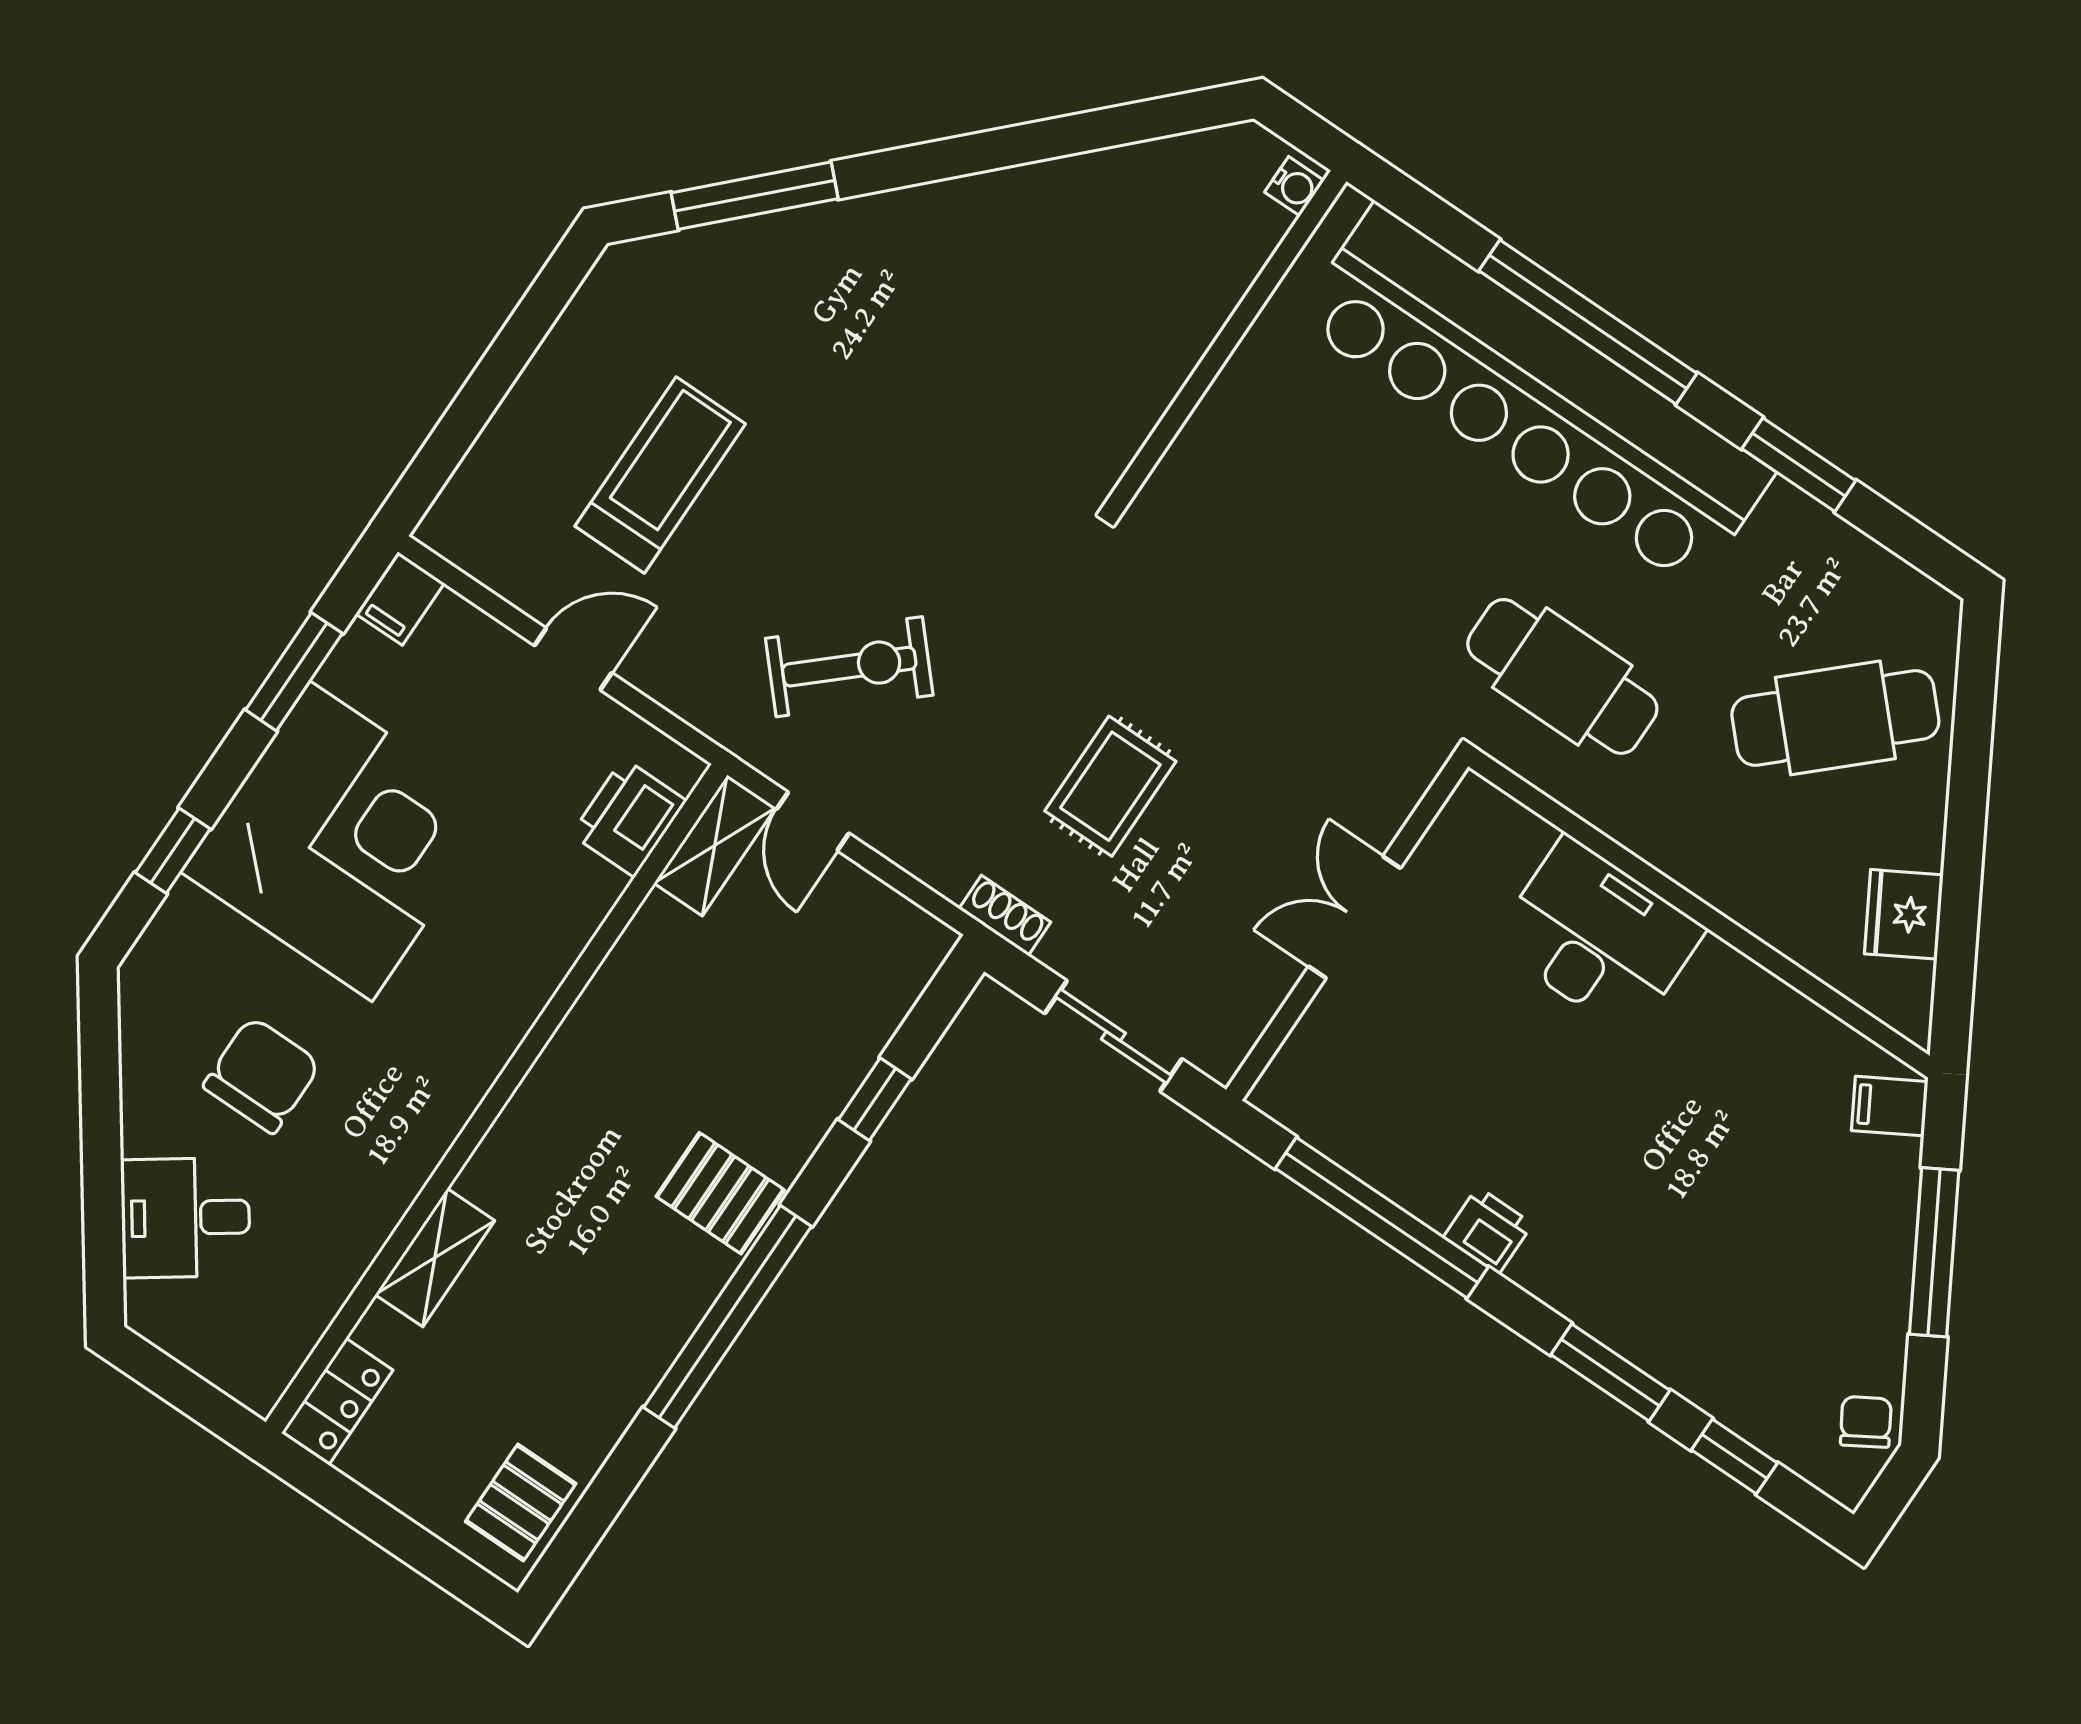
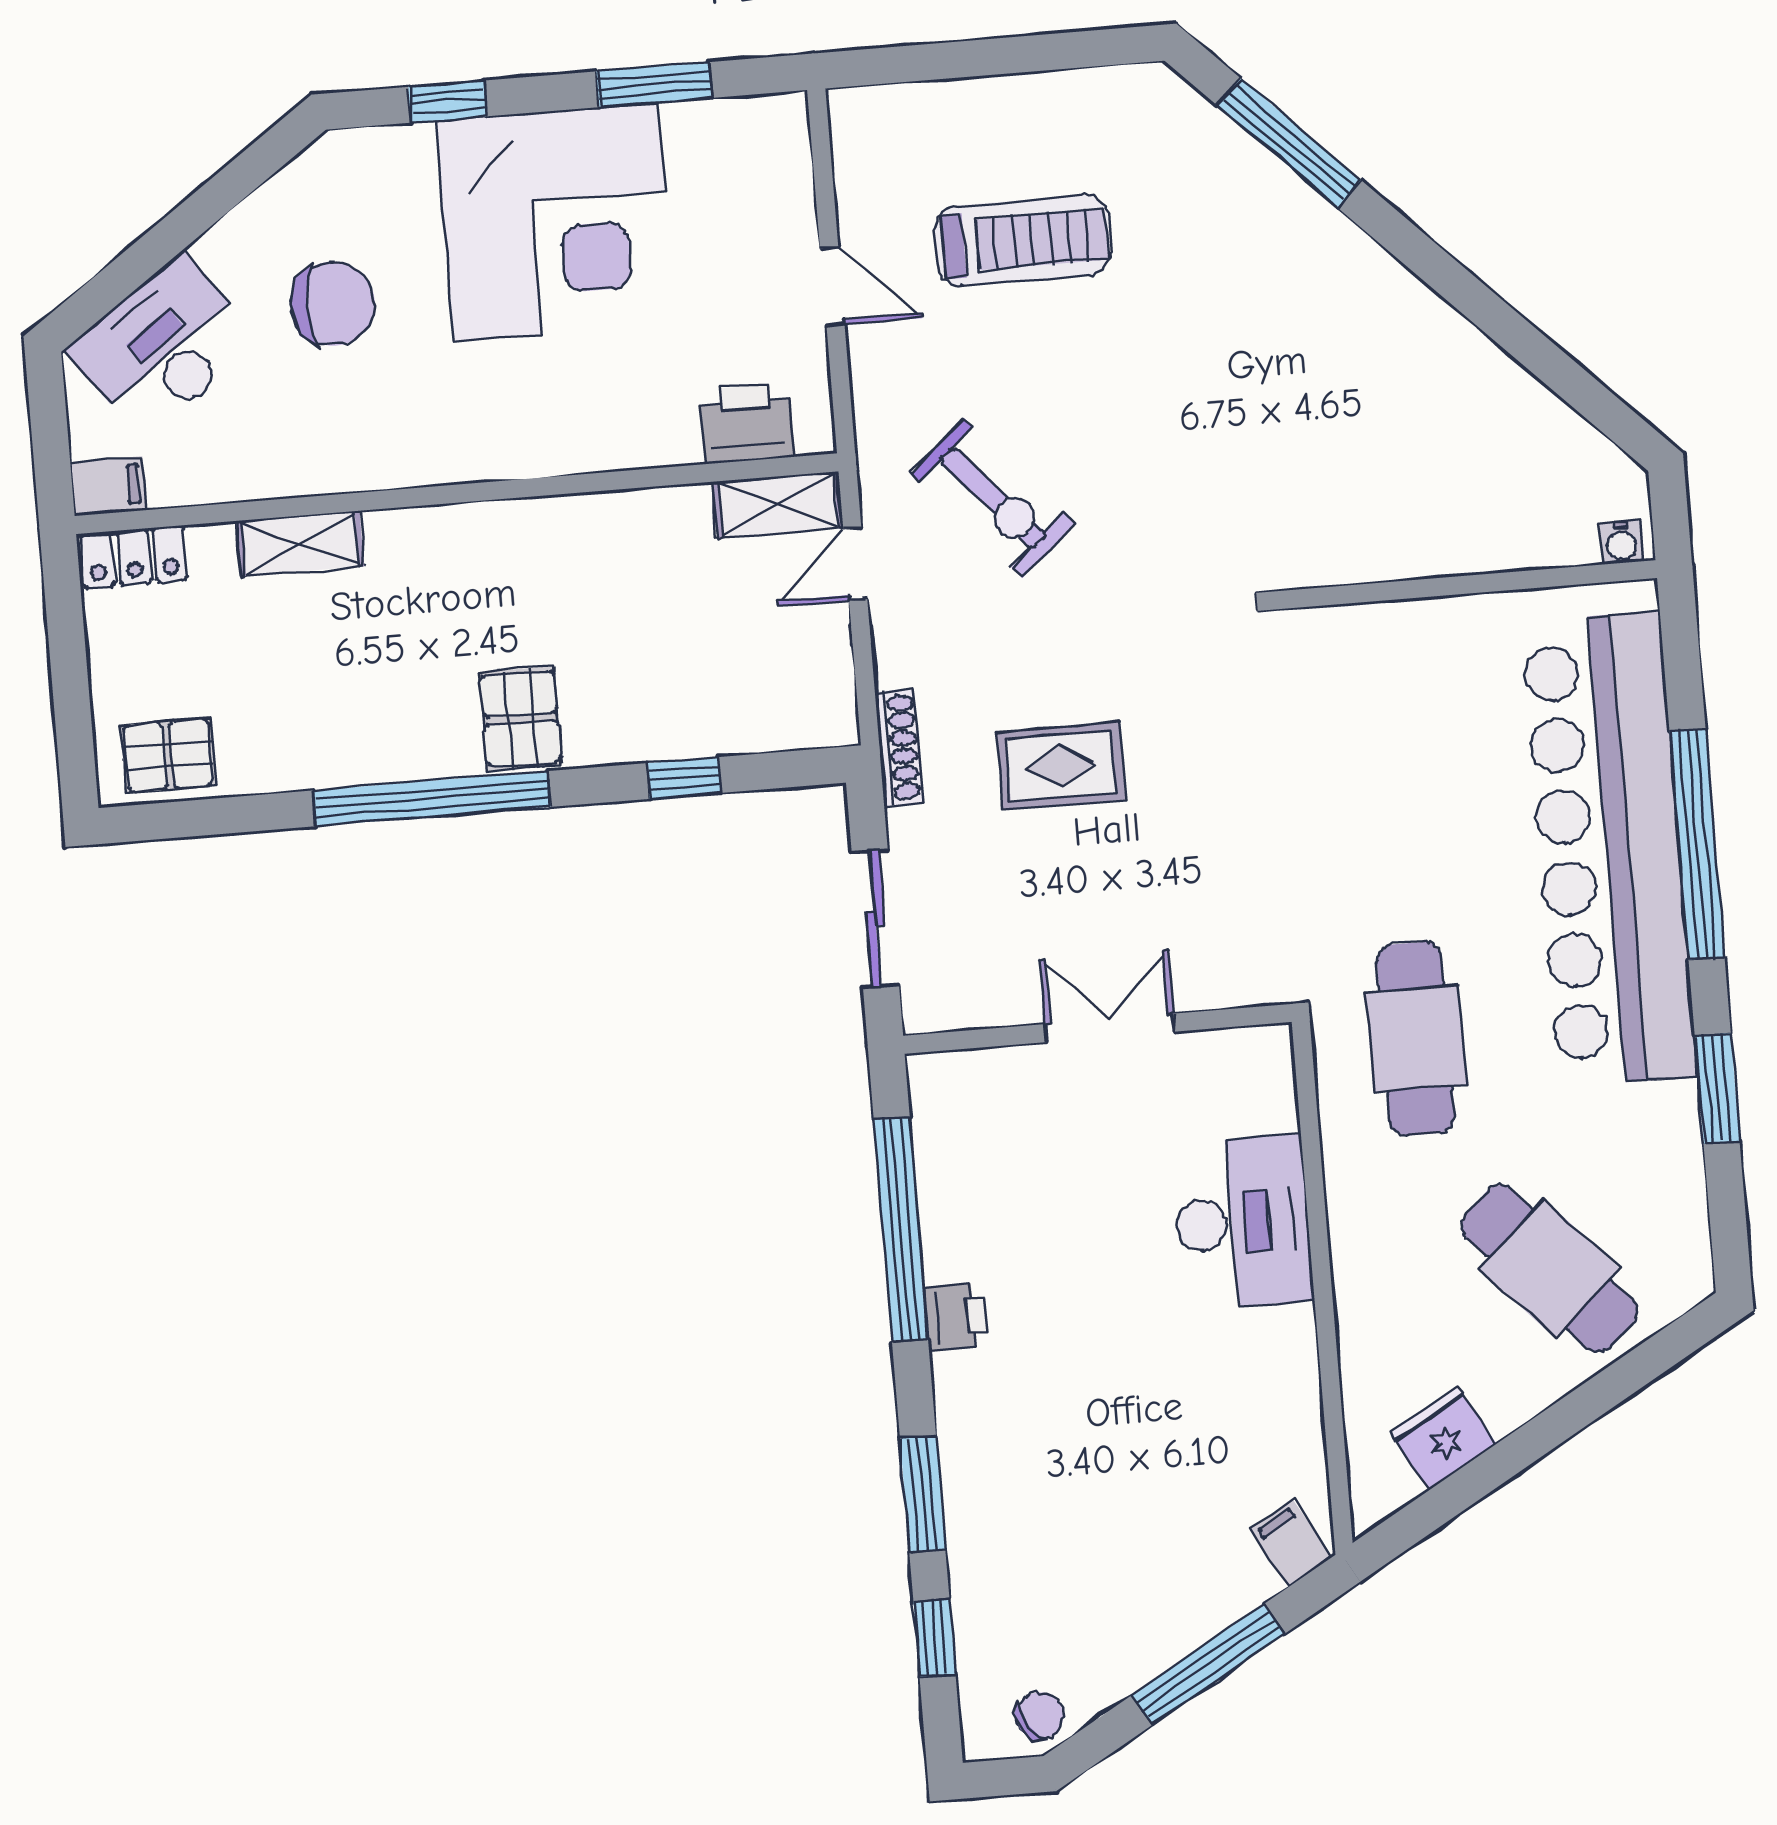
filing cabinet: (400, 599) -> (108, 486), moved, turned 180
shoe rack: (1005, 915) -> (899, 747), width x1.43
desk: (185, 1218) -> (163, 346), width x1.37

